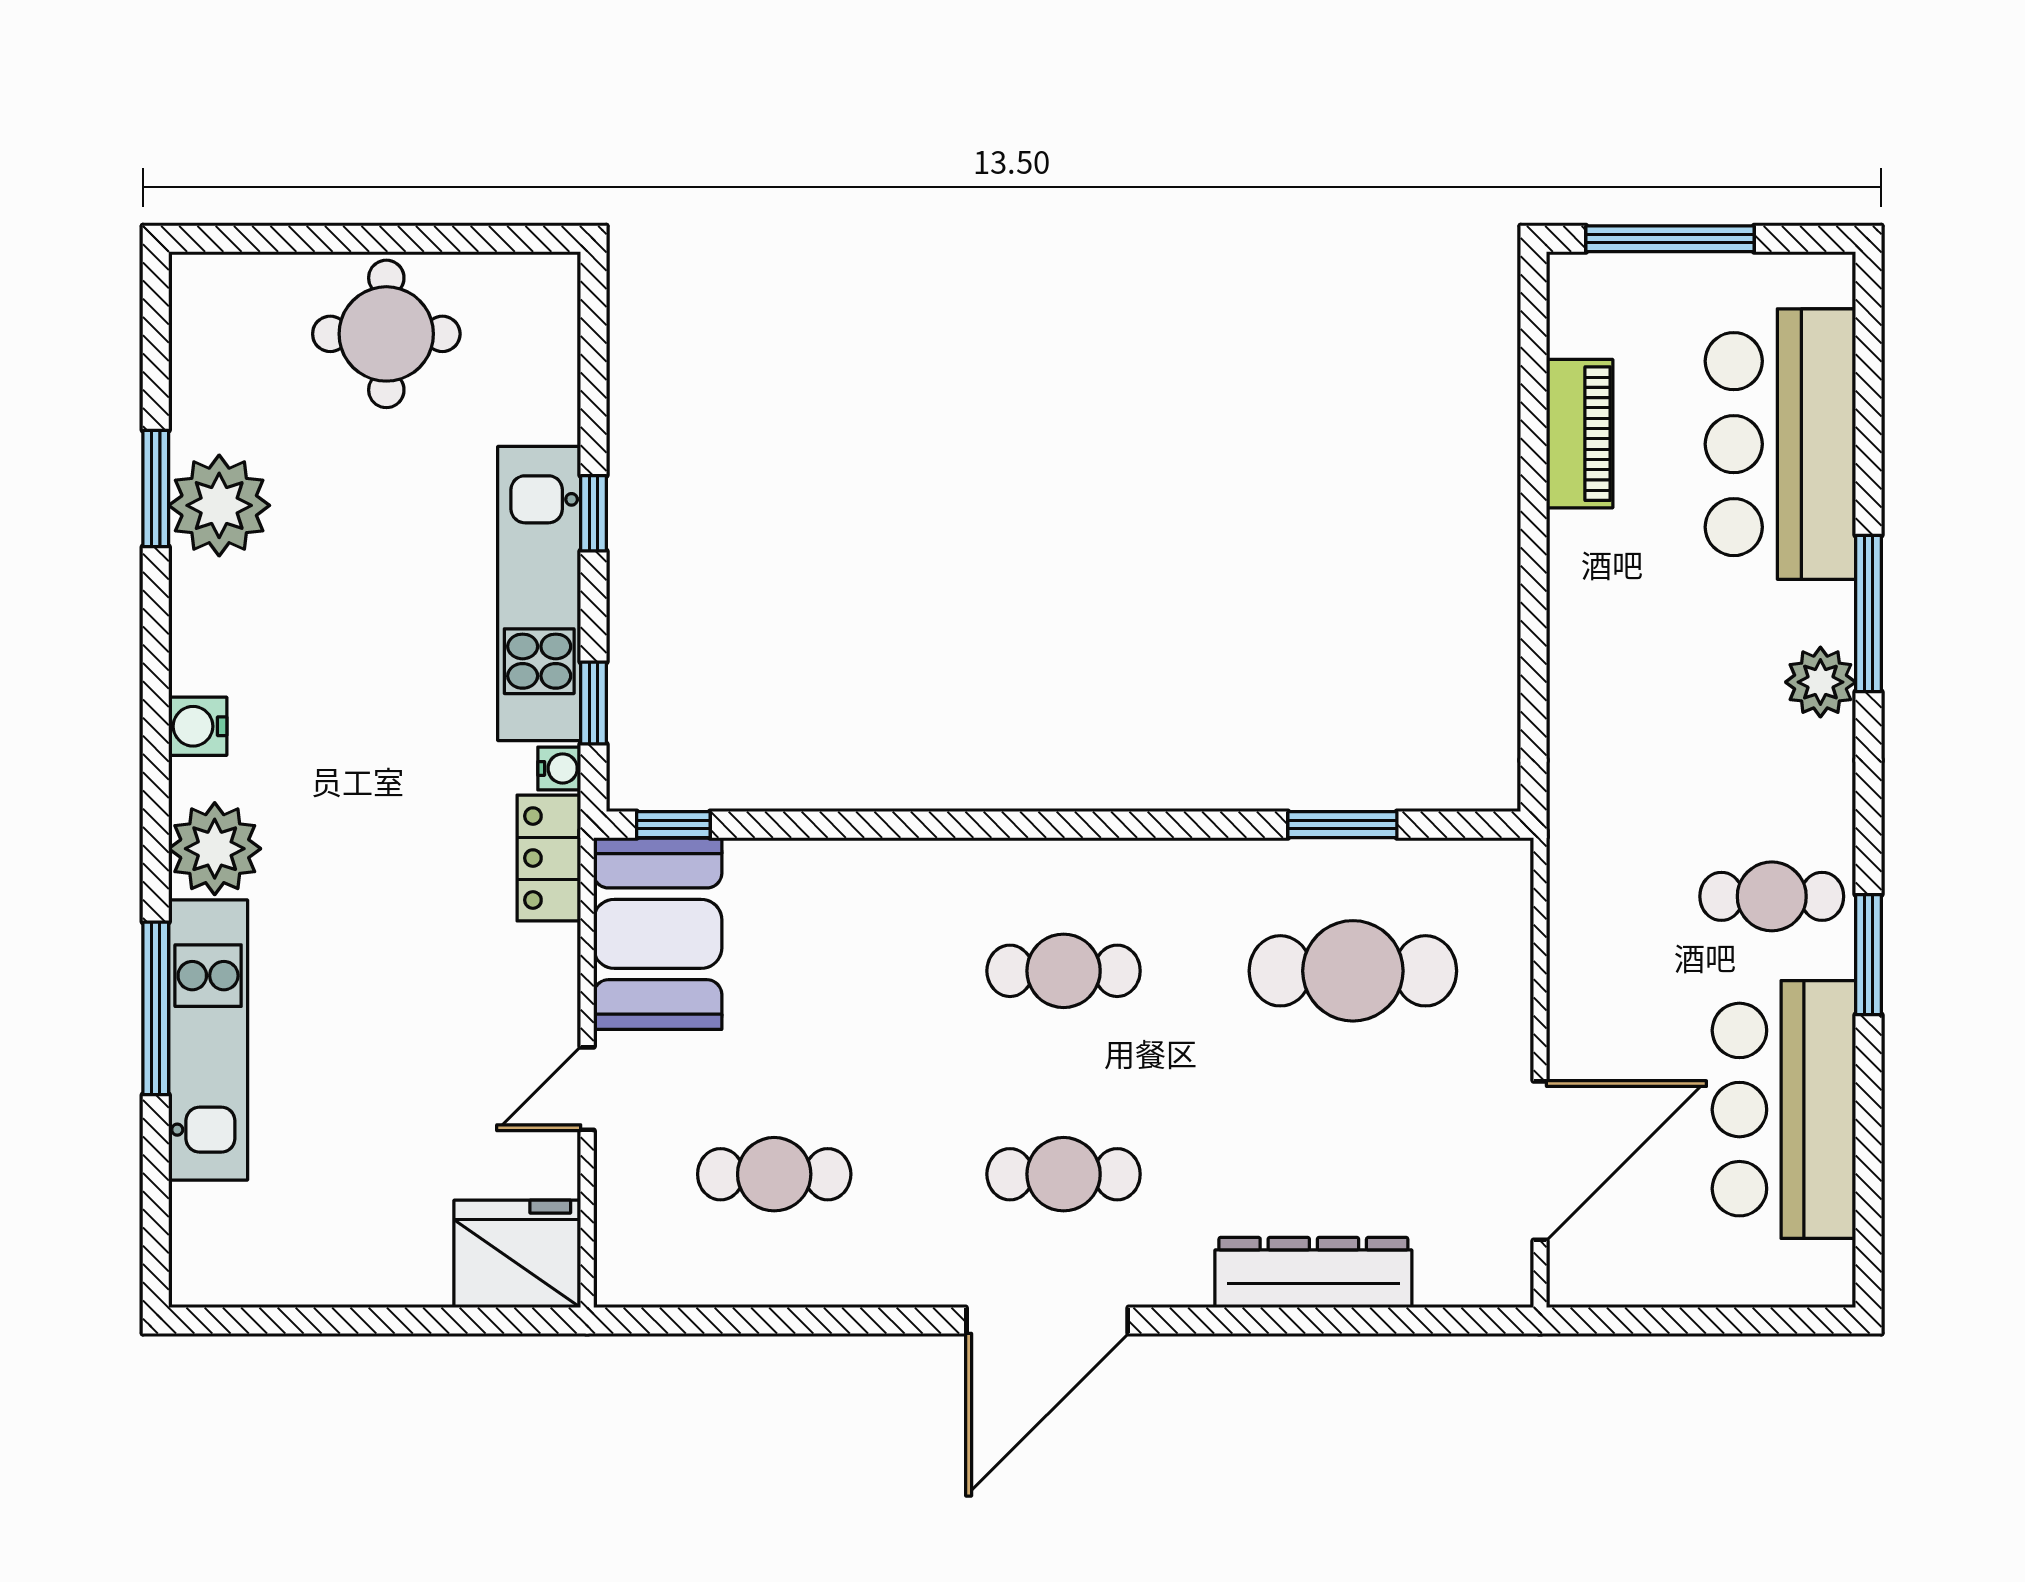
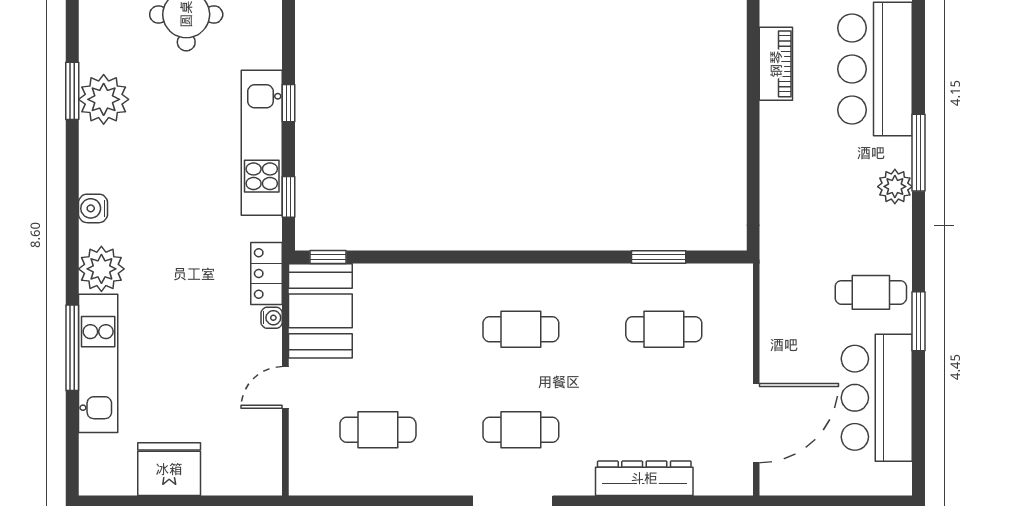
water cooler: (559, 768) -> (272, 318), moved
cafe table: (1353, 971) -> (664, 329), width x0.73, depth x0.74
fridge: (517, 1254) -> (169, 469), moved

